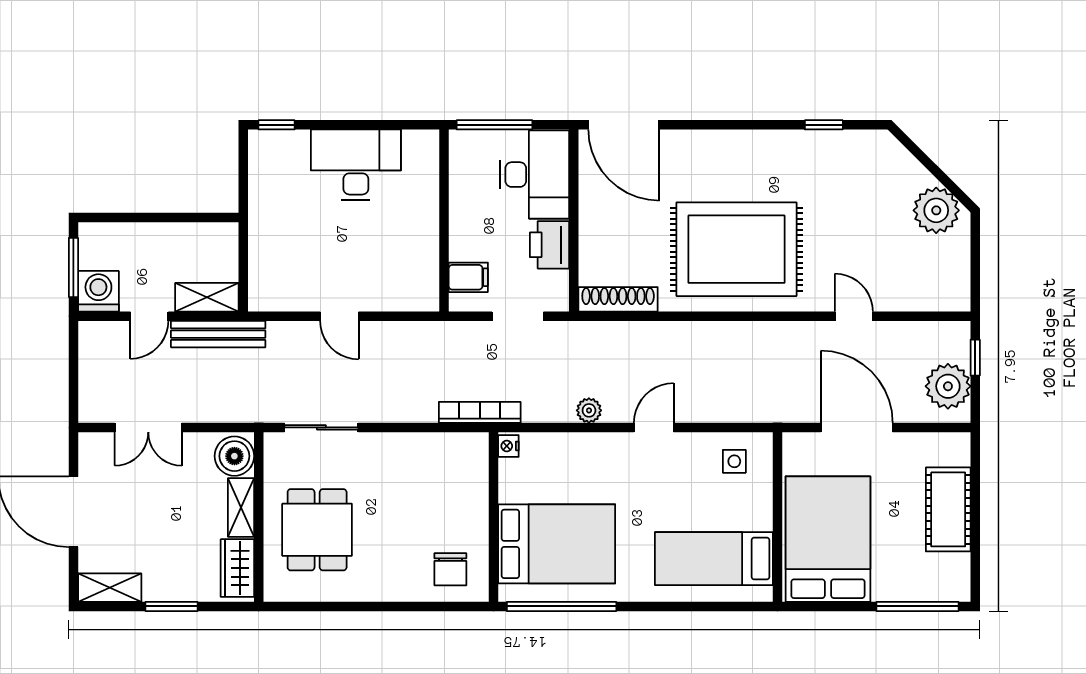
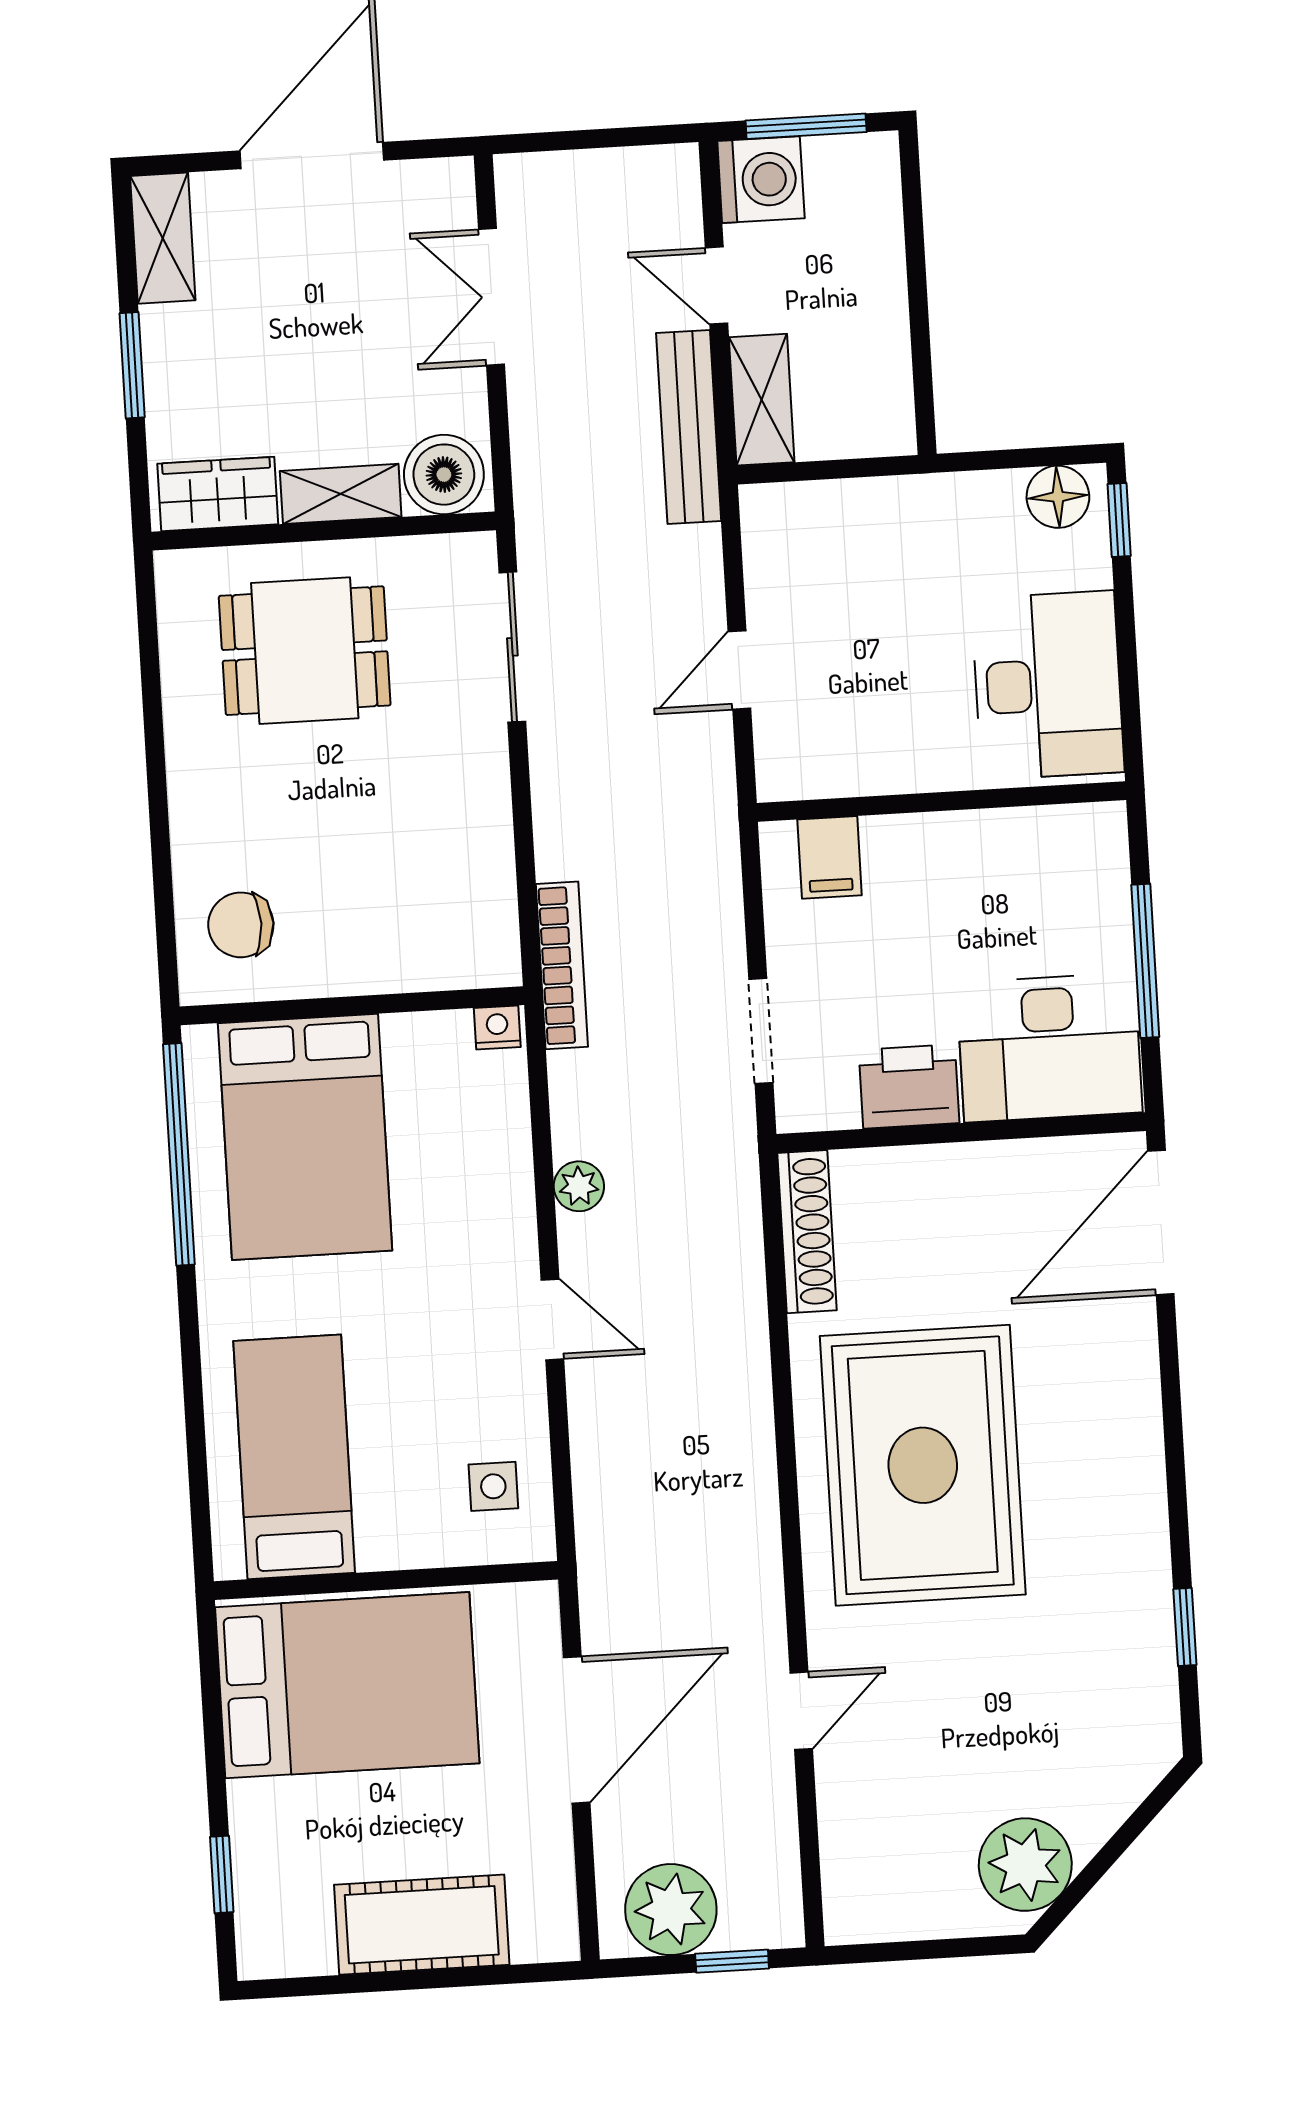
floor lamp: (263, 154) -> (1058, 497), added
wall: (444, 221) -> (942, 801), moved
filing cabinet: (468, 277) -> (830, 857), moved
window: (918, 606) -> (222, 1874), width x0.46

